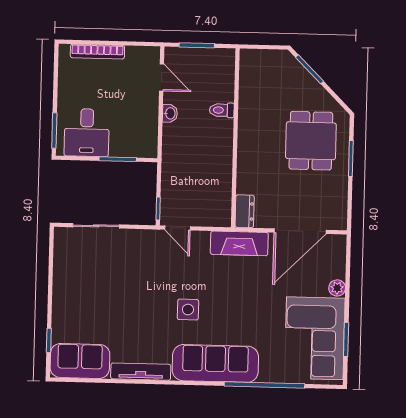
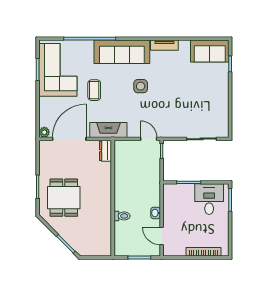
plant: (337, 288) -> (44, 132), moved
coffee table: (260, 305) -> (94, 90), added
tv unit: (141, 372) -> (164, 45), width x0.71

